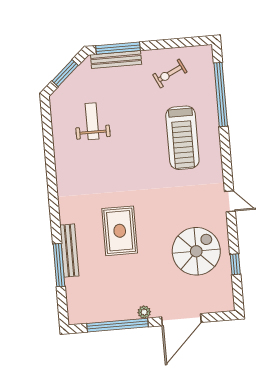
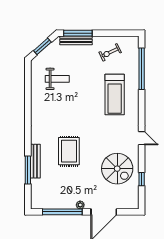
weight bench: (92, 121) -> (57, 79), turned 90
spiral stairs: (196, 251) -> (117, 169), turned 90

